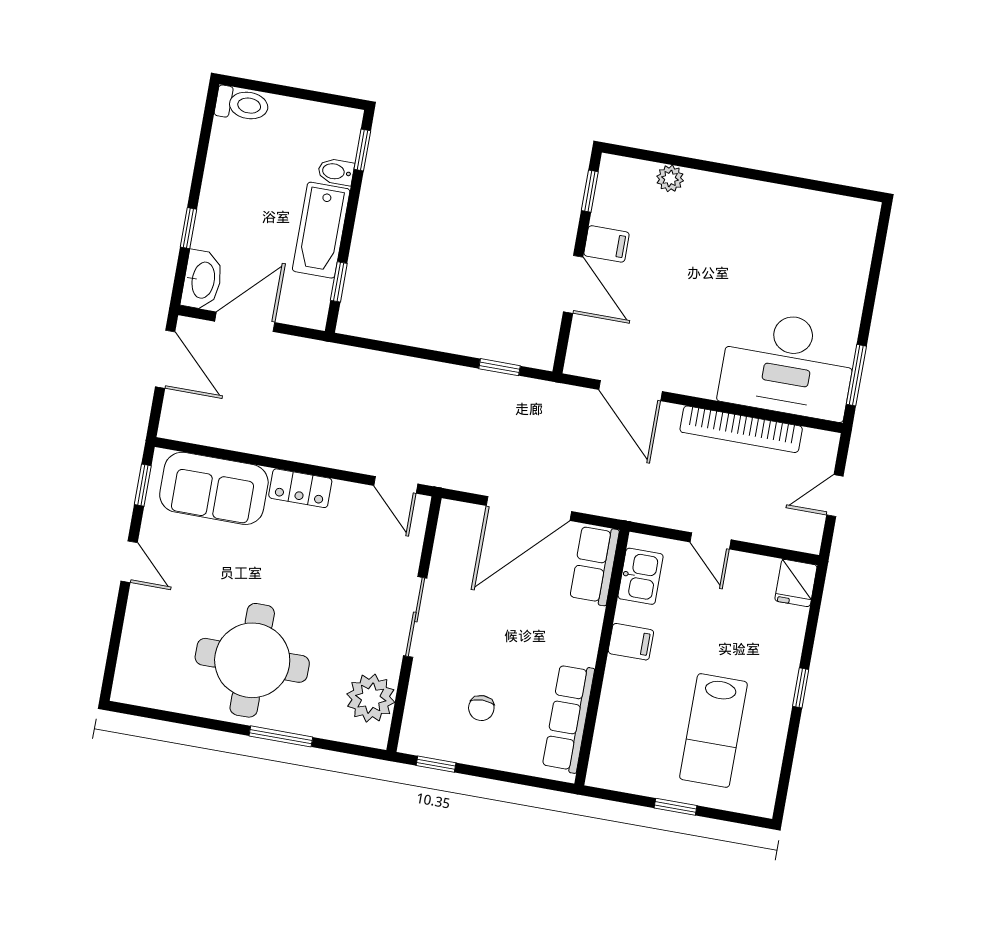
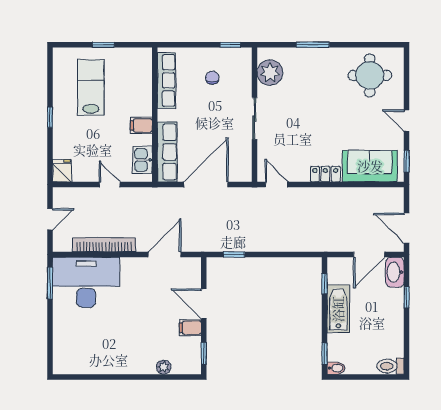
bidet: (336, 172) -> (336, 368), moved
door: (631, 391) -> (165, 255), hinge flipped
row of seats: (594, 565) -> (167, 152), width x1.48
round table: (252, 660) -> (370, 75), moved, width x0.73, depth x0.73

